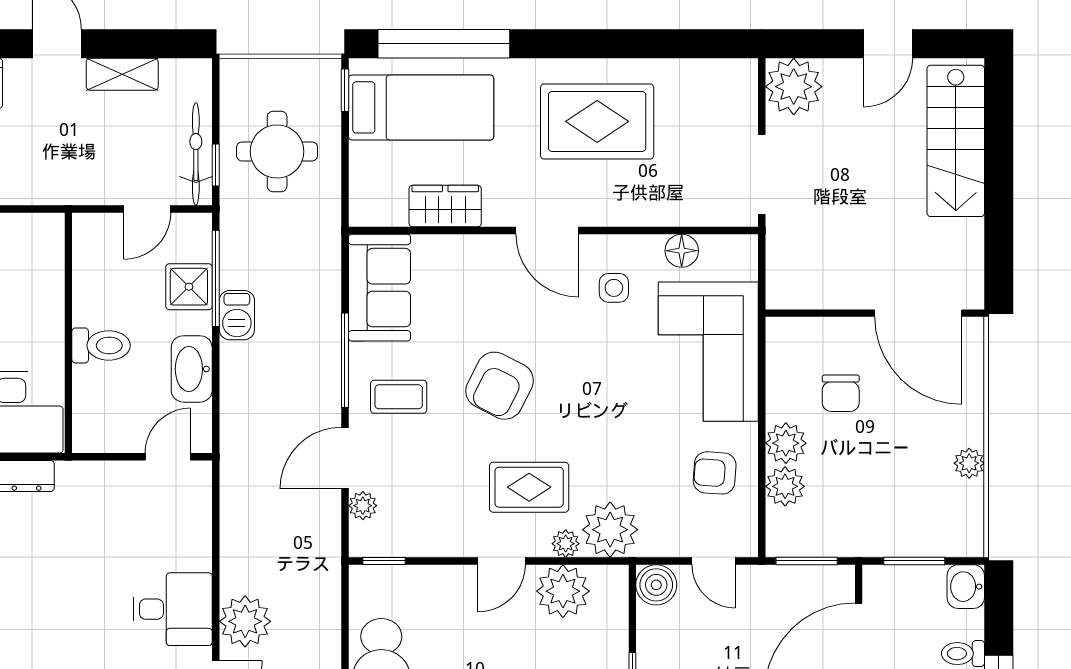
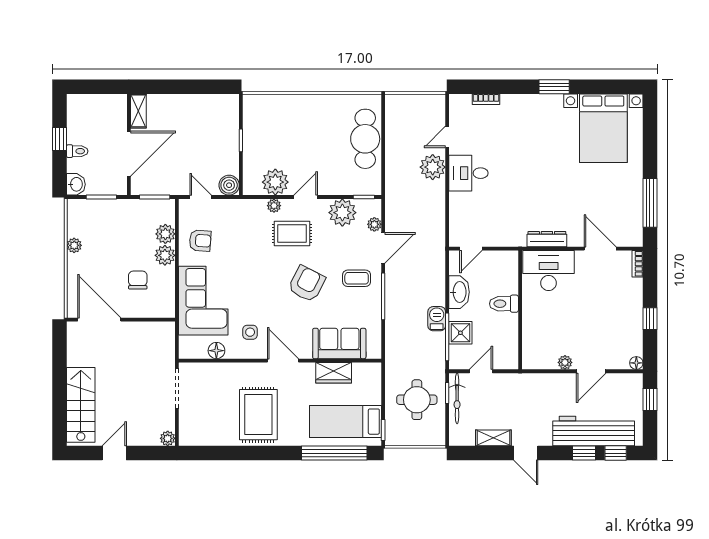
plant: (794, 87) -> (168, 438), width x0.53, depth x0.53
rug: (597, 121) -> (258, 415), turned 90
sofa: (380, 288) -> (339, 343), moved, turned 90
plant: (610, 530) -> (342, 213), moved

